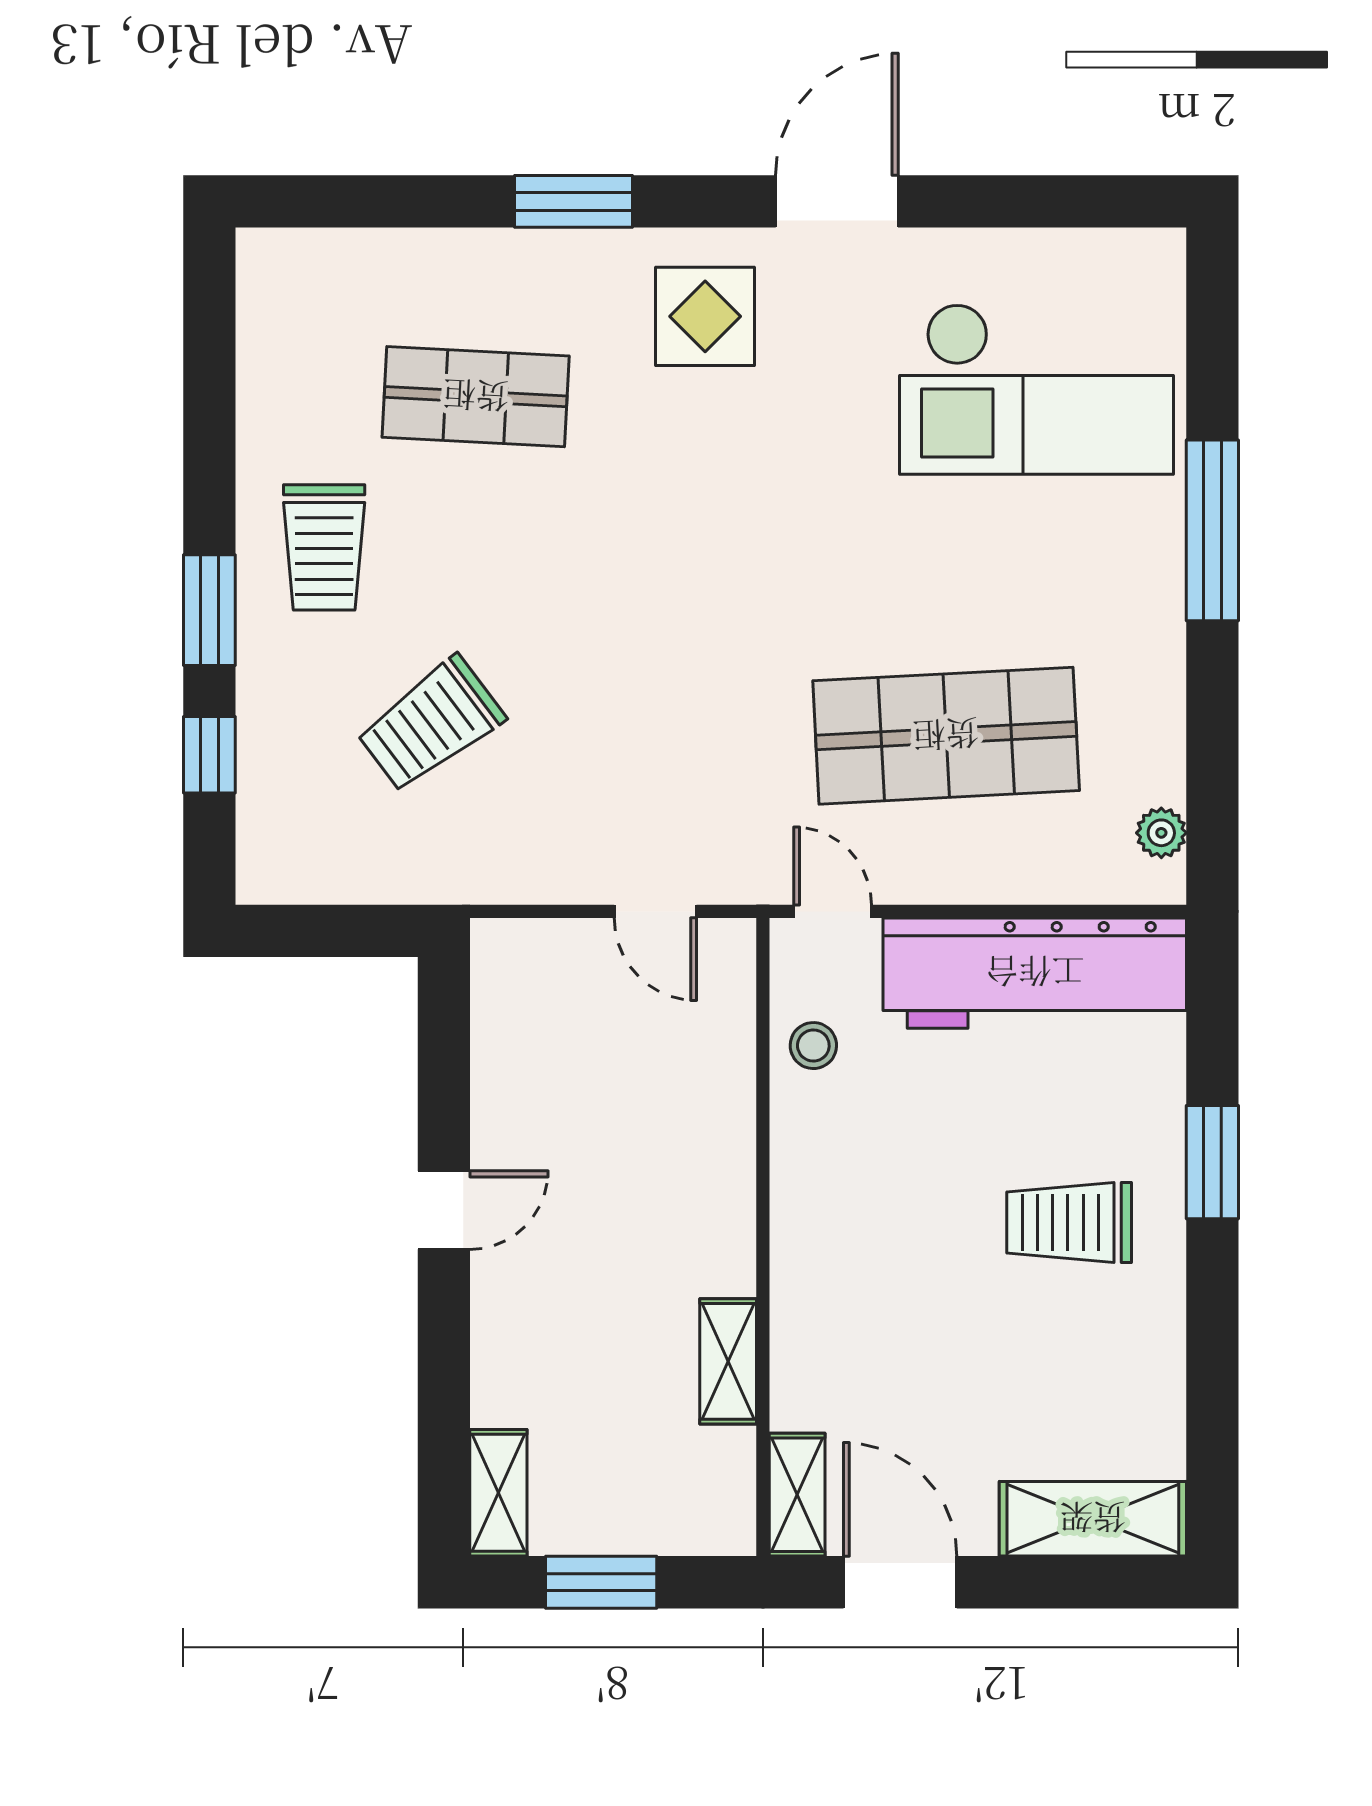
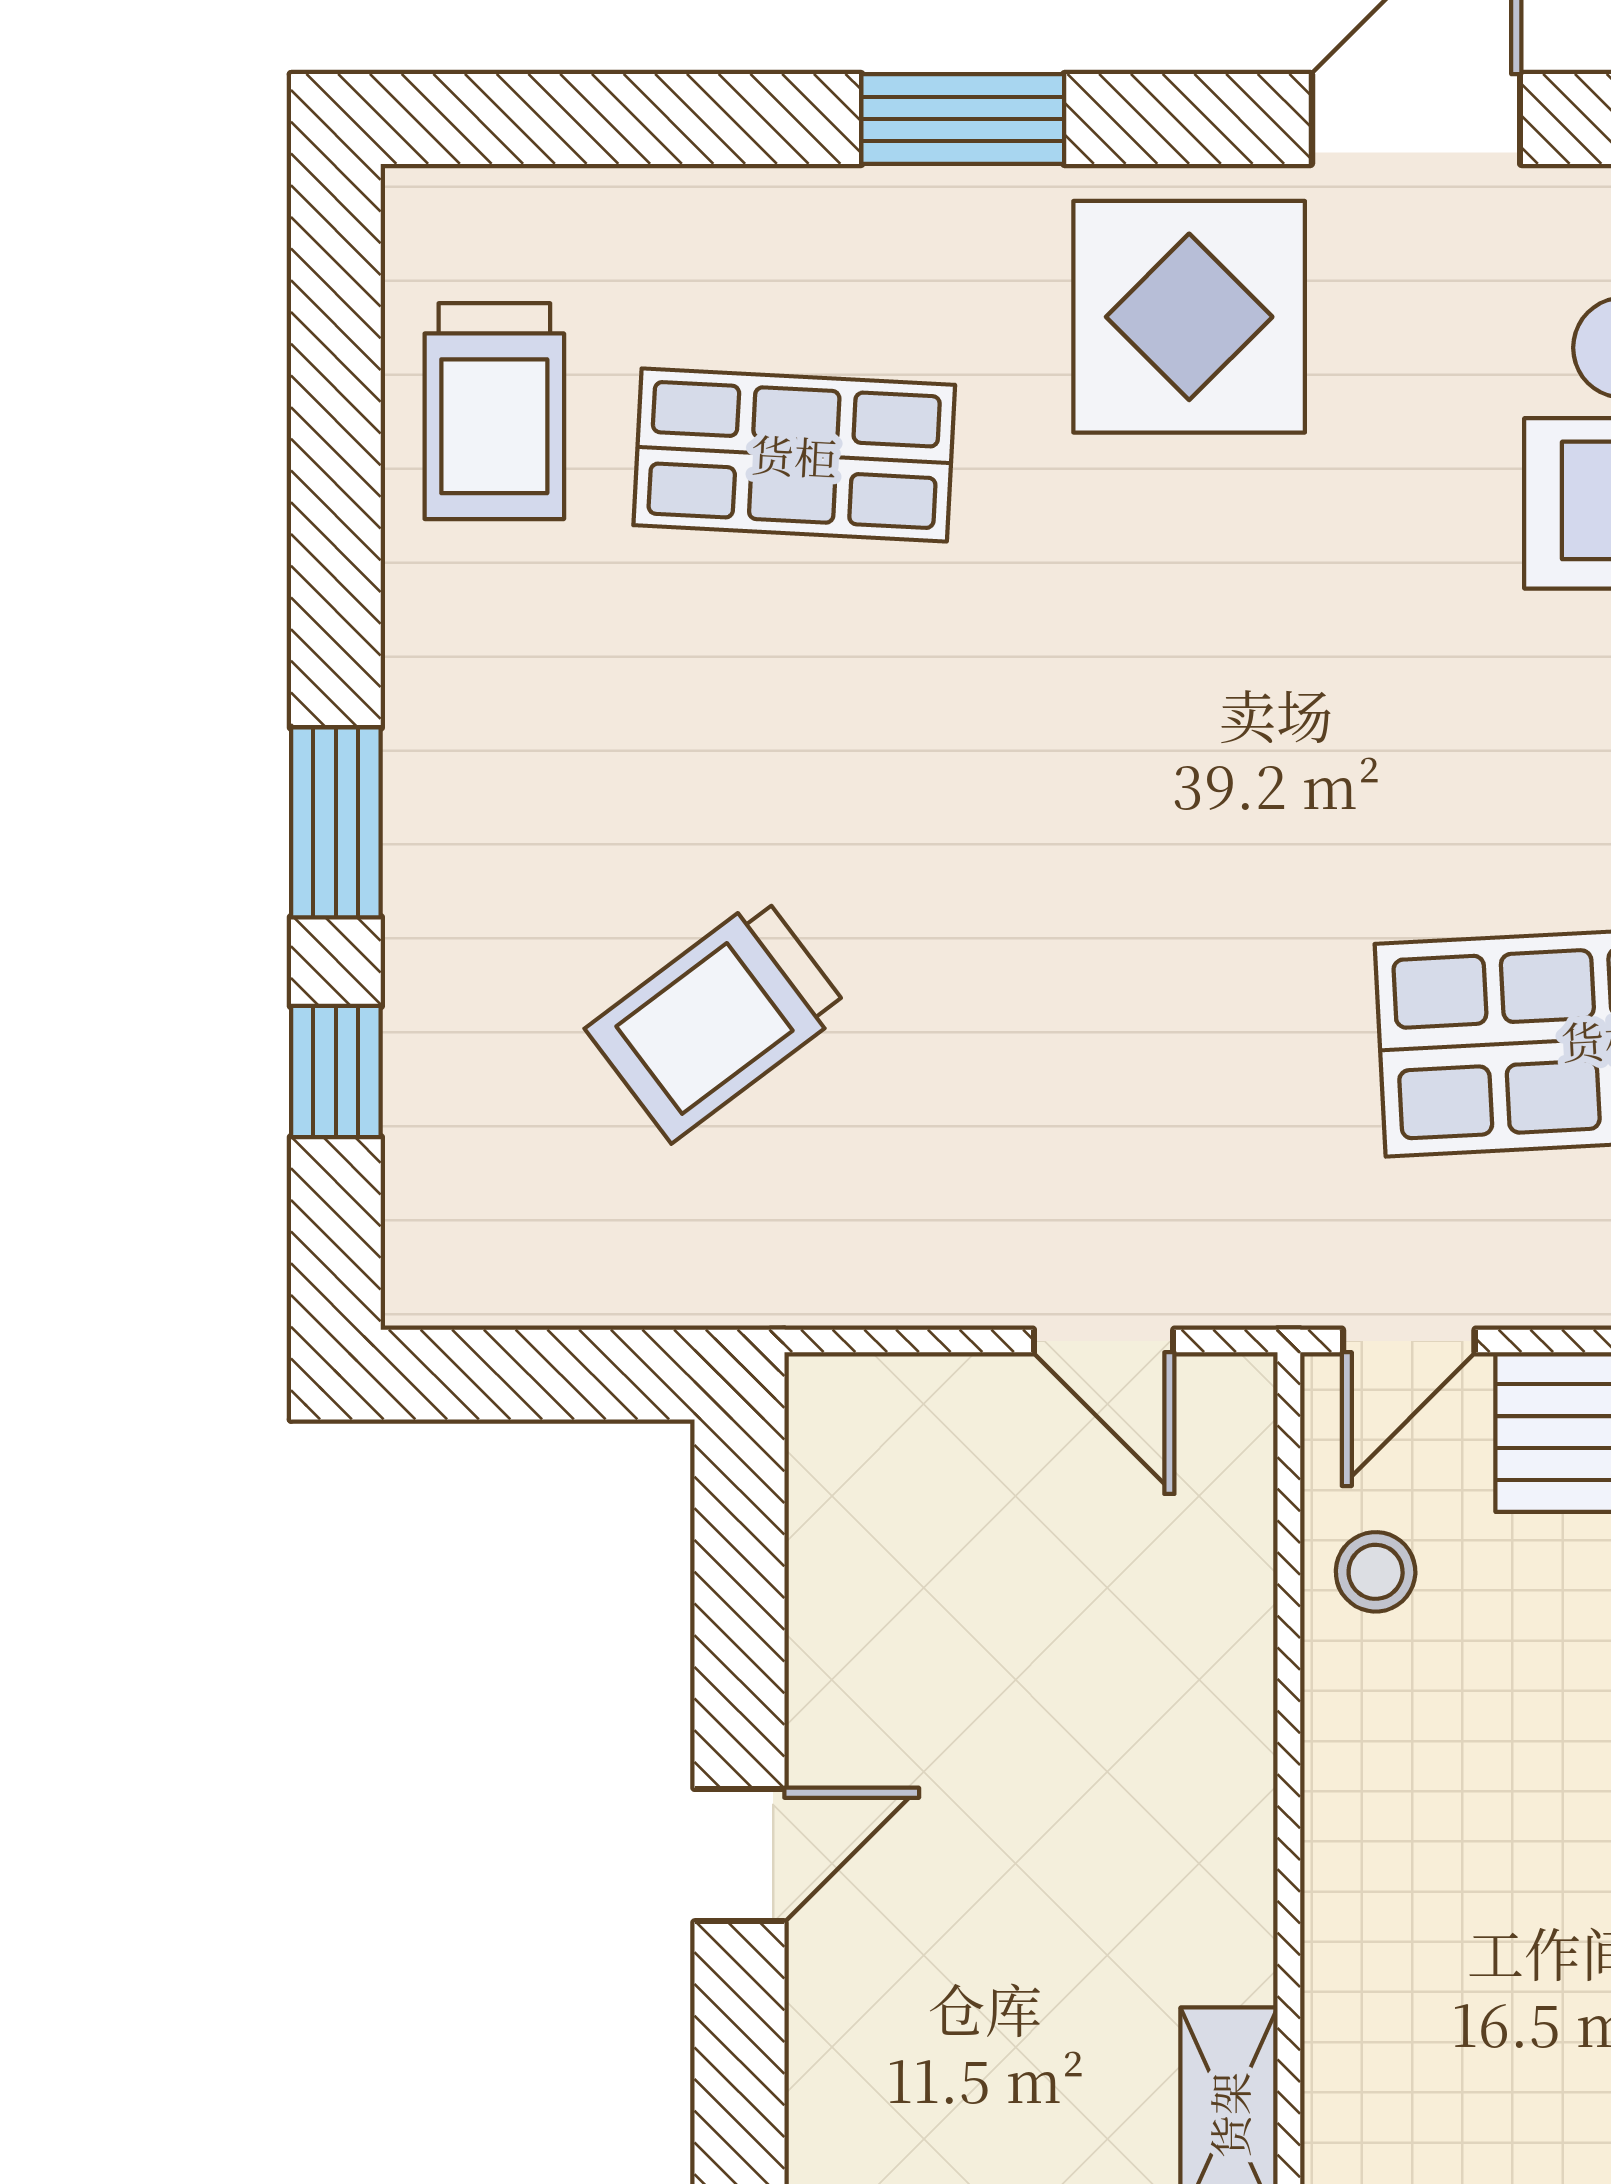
display table: (705, 316) -> (1189, 317), width x1.36, depth x1.36
trolley: (324, 547) -> (494, 411), moved
door: (833, 911) -> (1409, 1341), swing flipped

